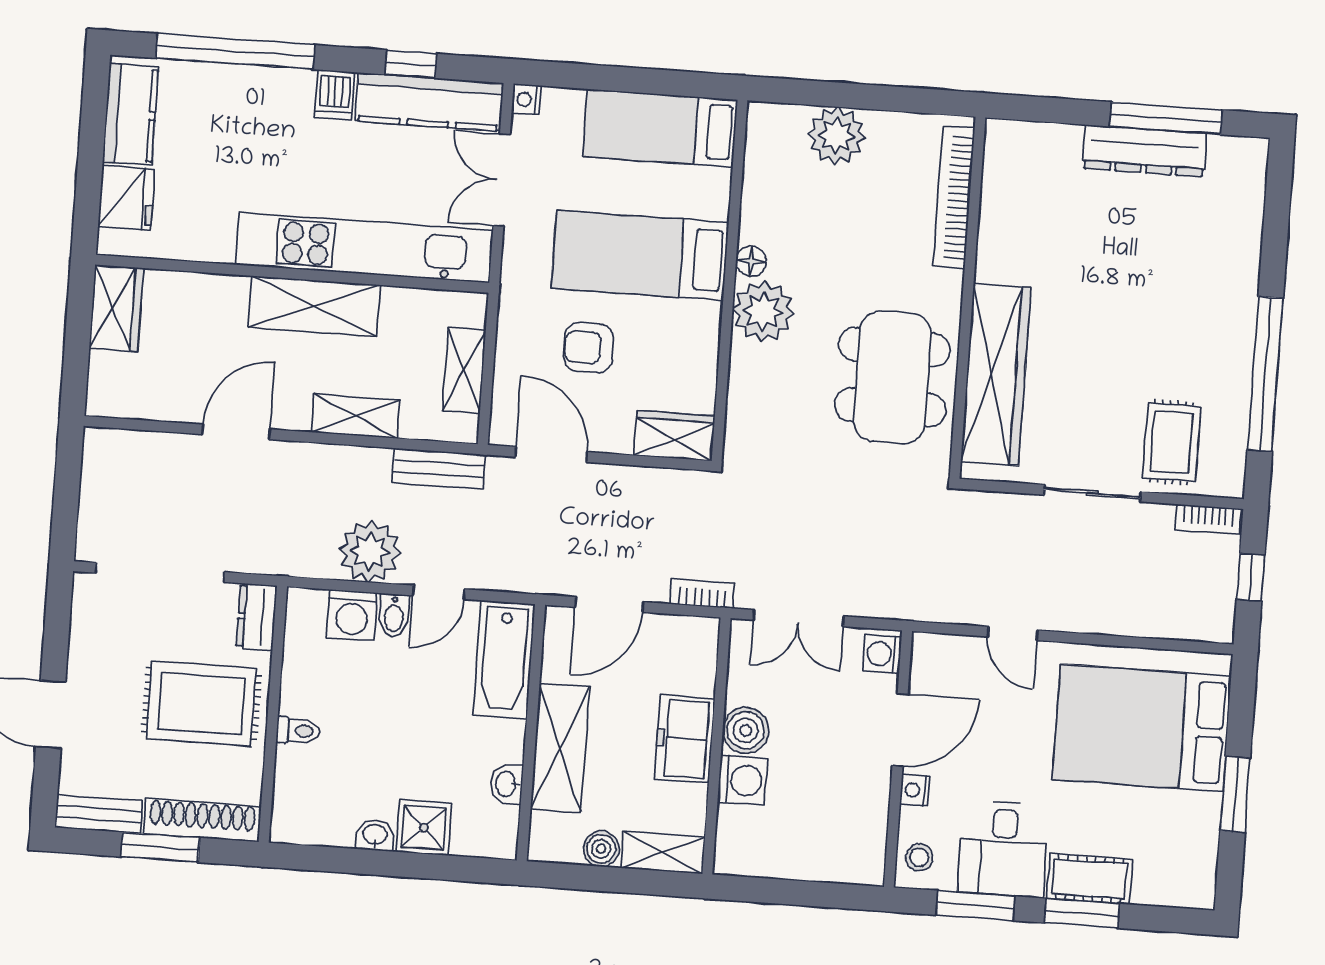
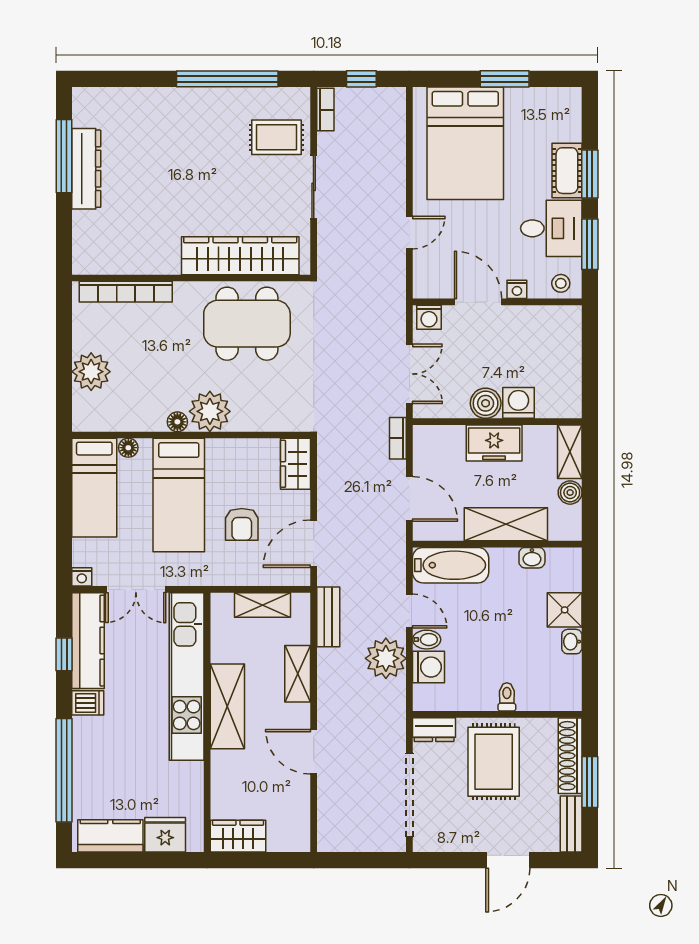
floor lamp: (717, 184) -> (128, 448), added

